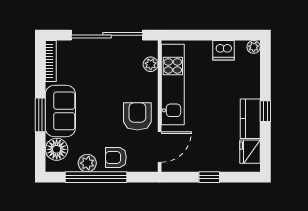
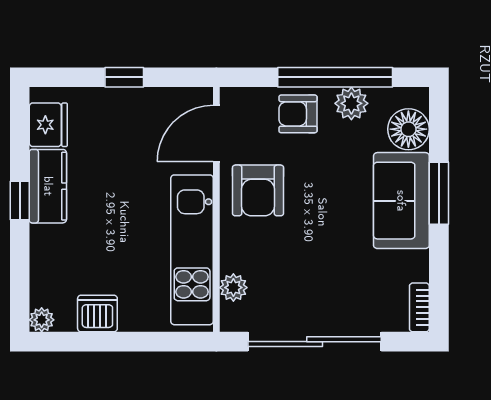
bookcase: (51, 61) -> (419, 307), width x0.64
armchair: (116, 157) -> (298, 114), turned 180

